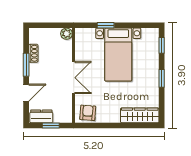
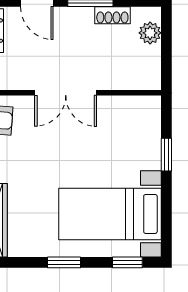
plant: (66, 34) -> (150, 33), moved
bed with nightstands: (118, 55) -> (110, 214), moved

